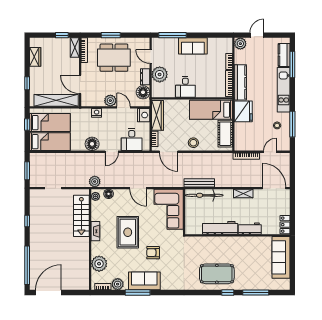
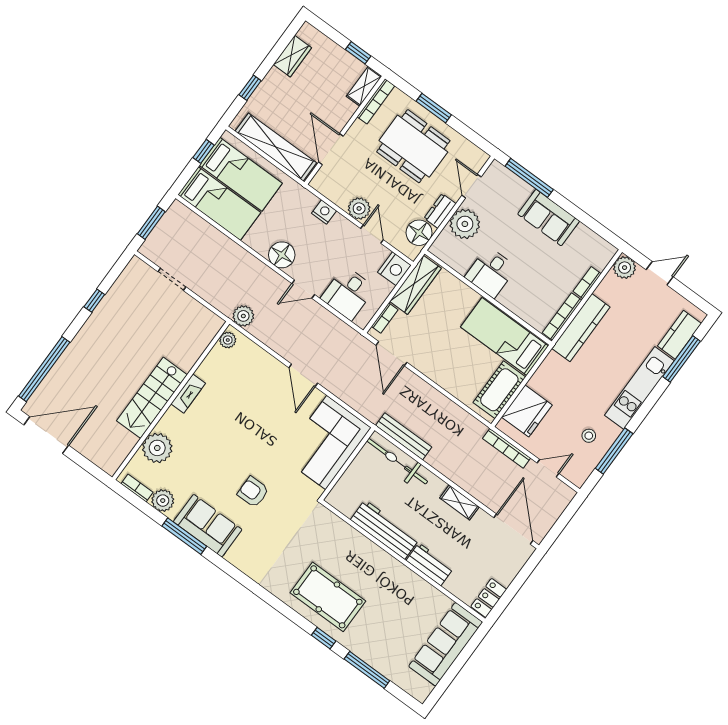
fridge: (243, 111) -> (527, 411), moved
stool: (193, 143) -> (440, 368), removed
floor lamp: (109, 194) -> (251, 351), removed
stairs: (81, 216) -> (152, 398), moved
rug: (128, 232) -> (237, 432), removed

